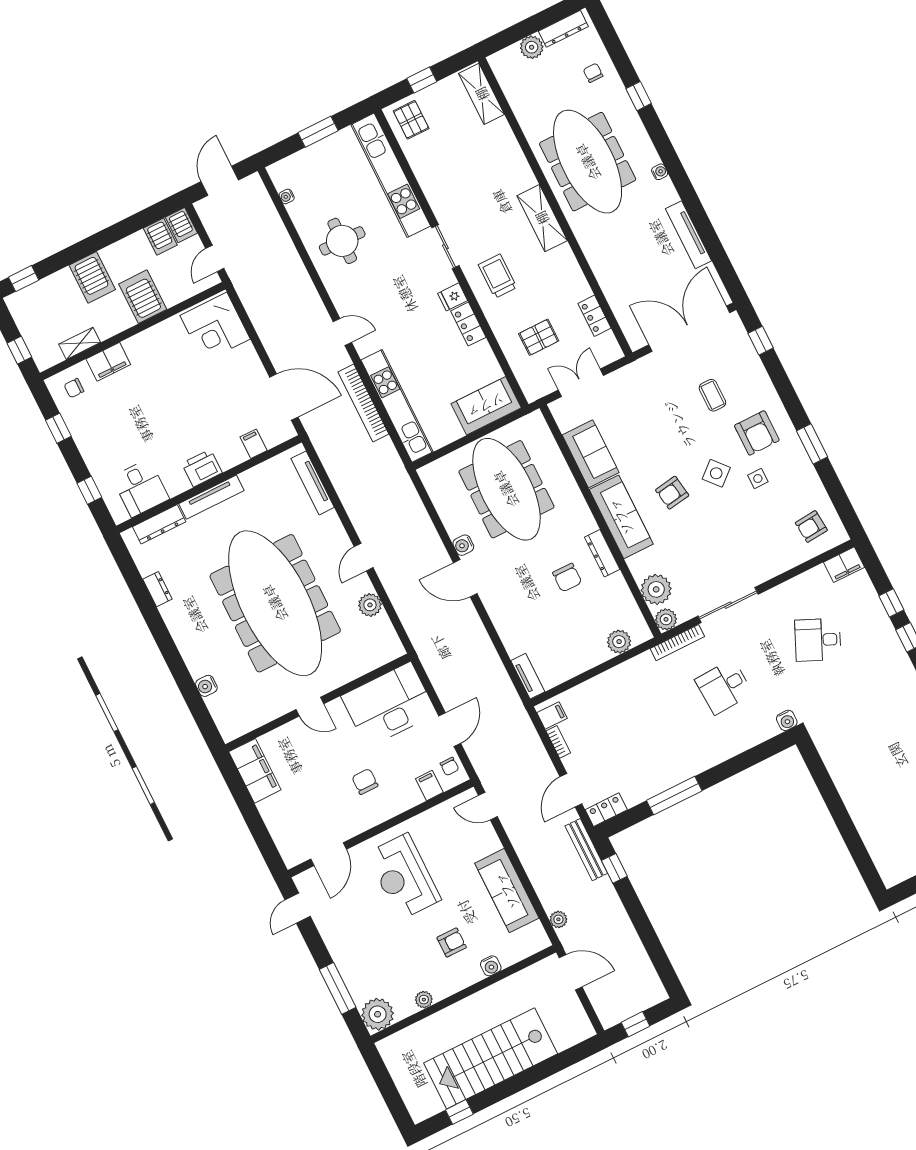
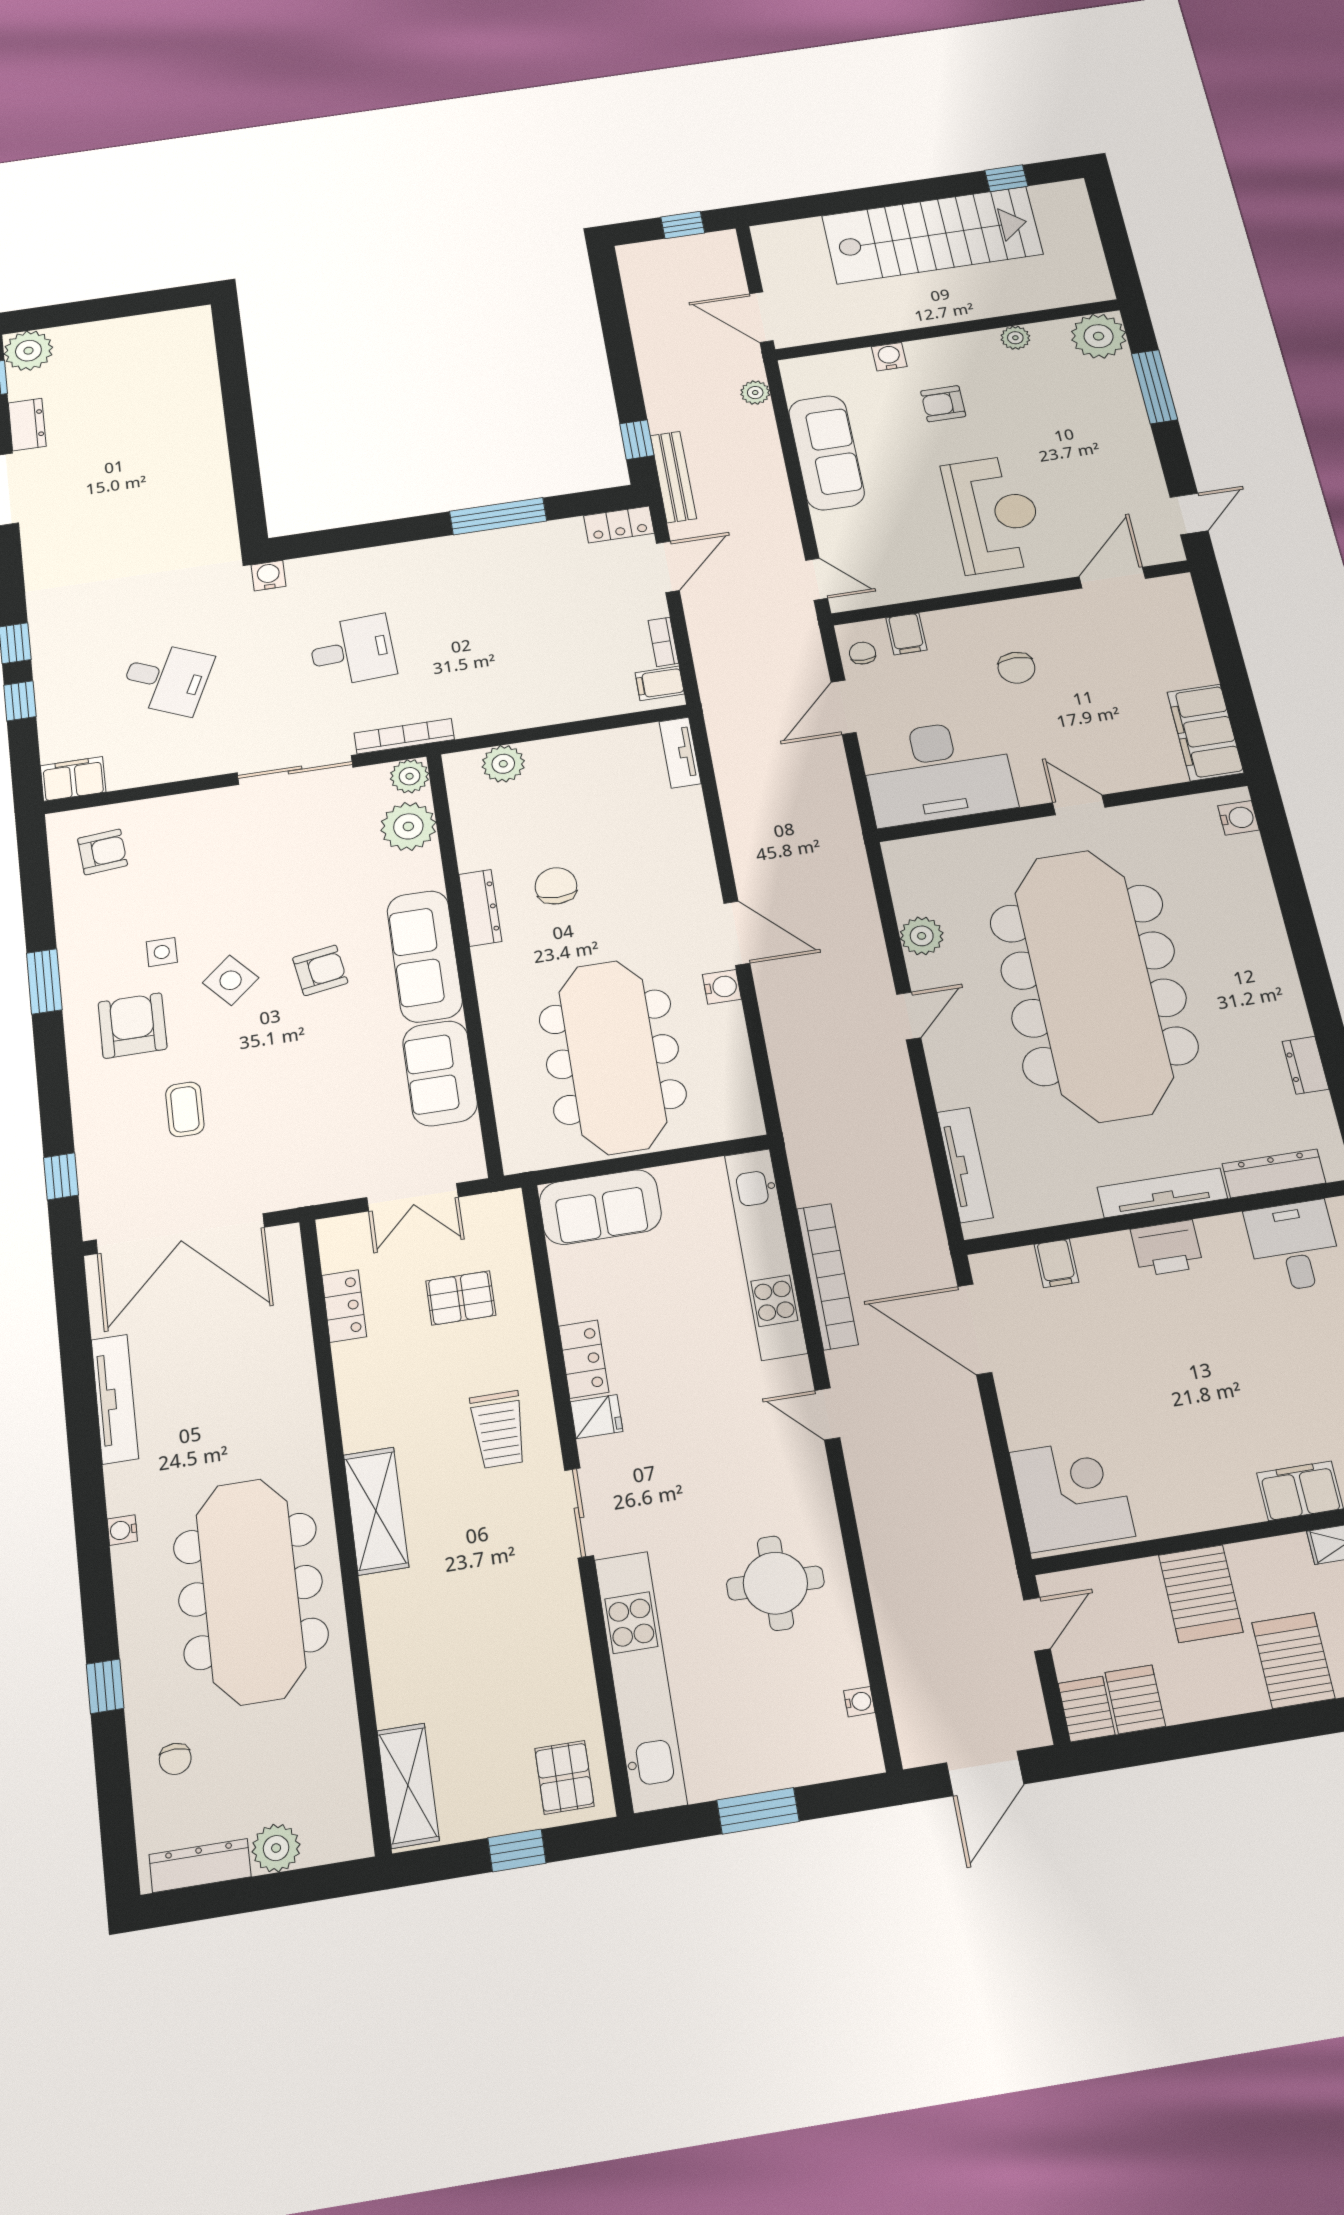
water cooler: (206, 686) -> (1238, 818), moved

